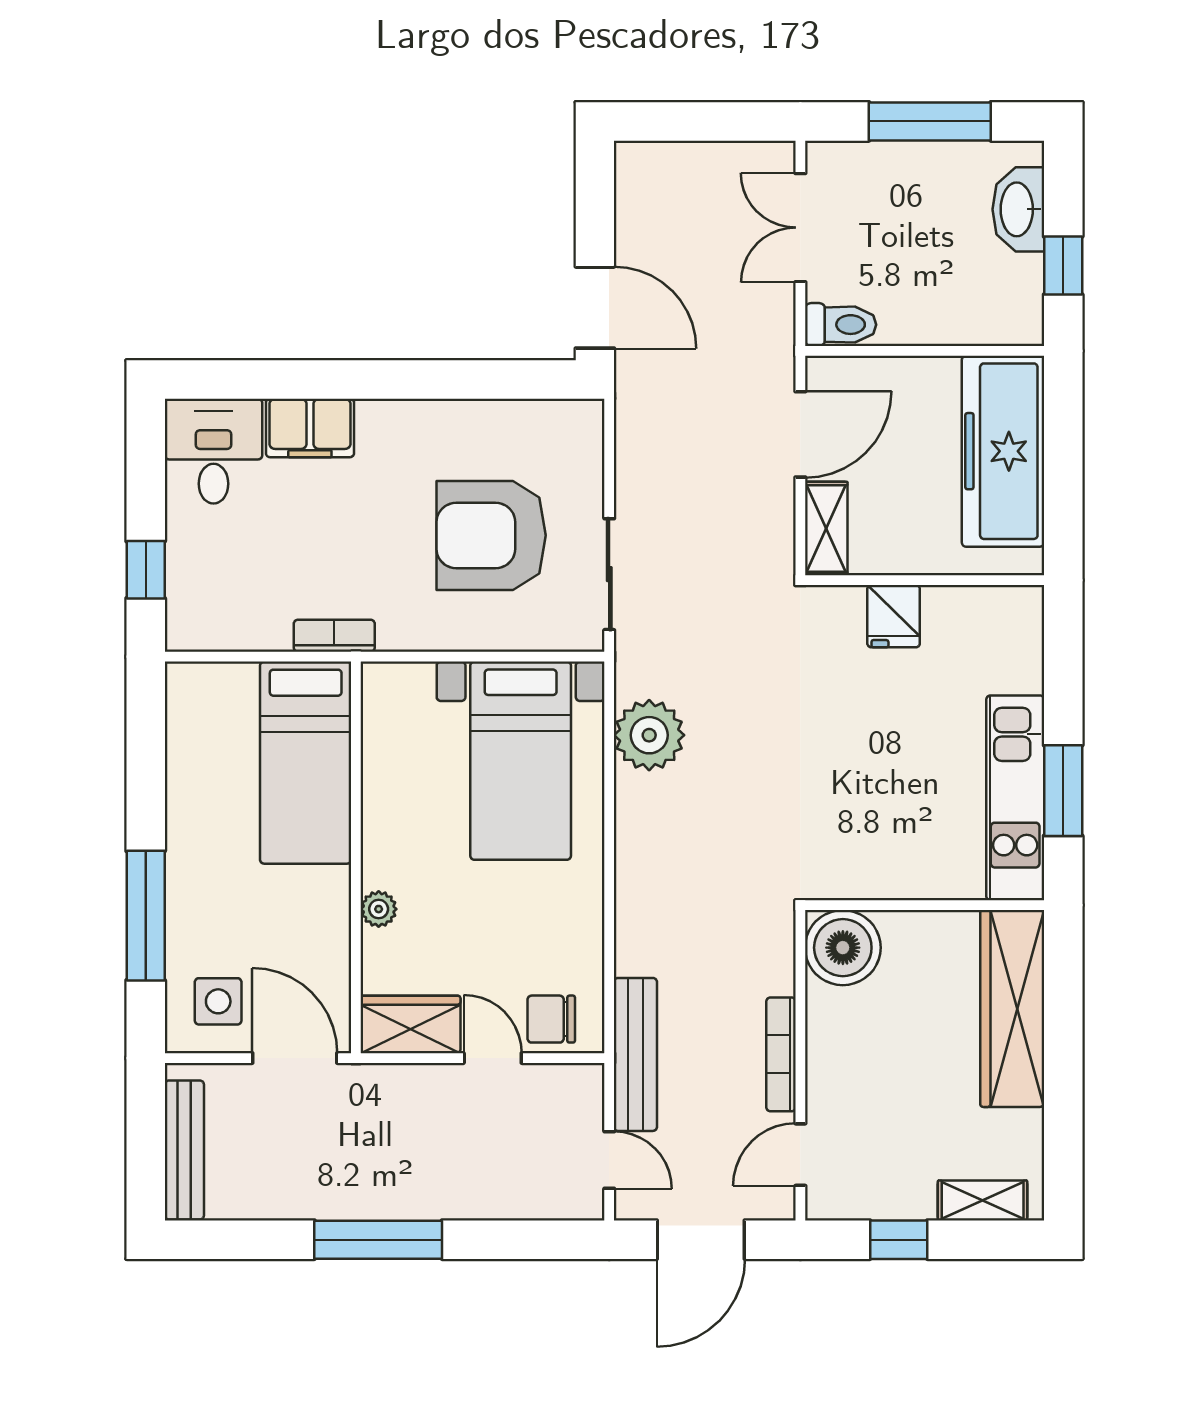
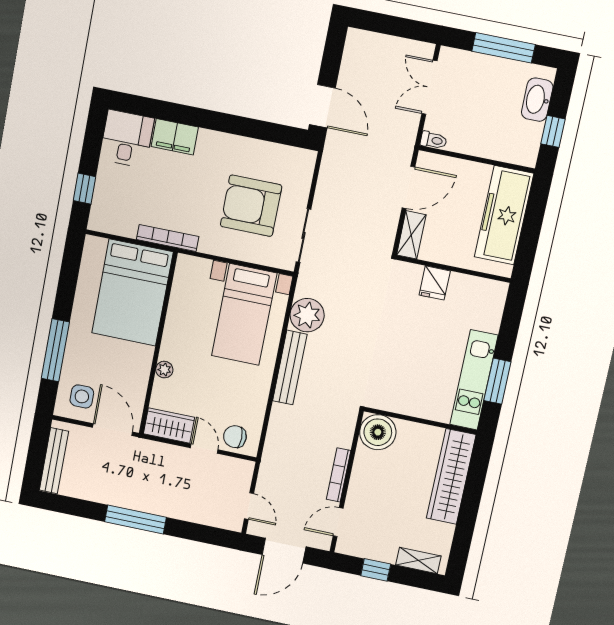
toilet: (841, 325) -> (434, 140), width x0.73, depth x0.72
bookcase: (334, 636) -> (168, 238), width x1.56
bed: (306, 763) -> (132, 293), width x1.50
bench: (635, 1054) -> (290, 368), moved

